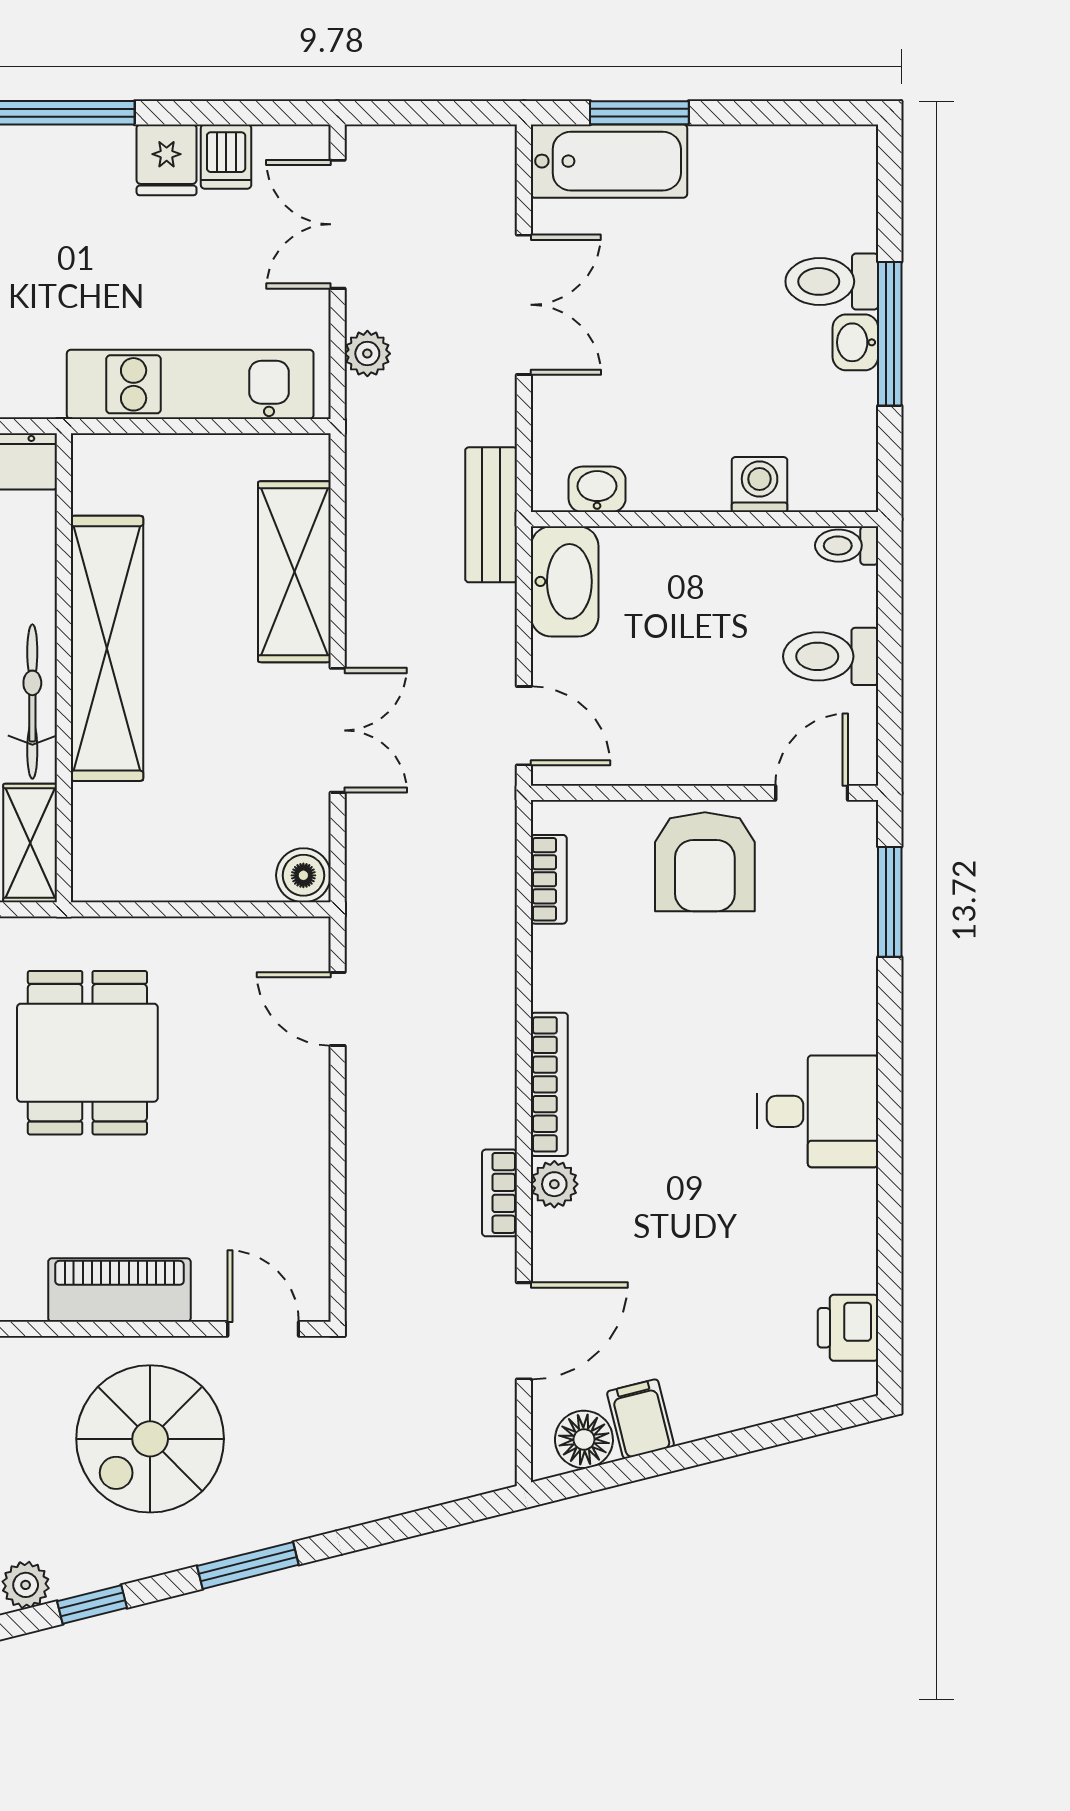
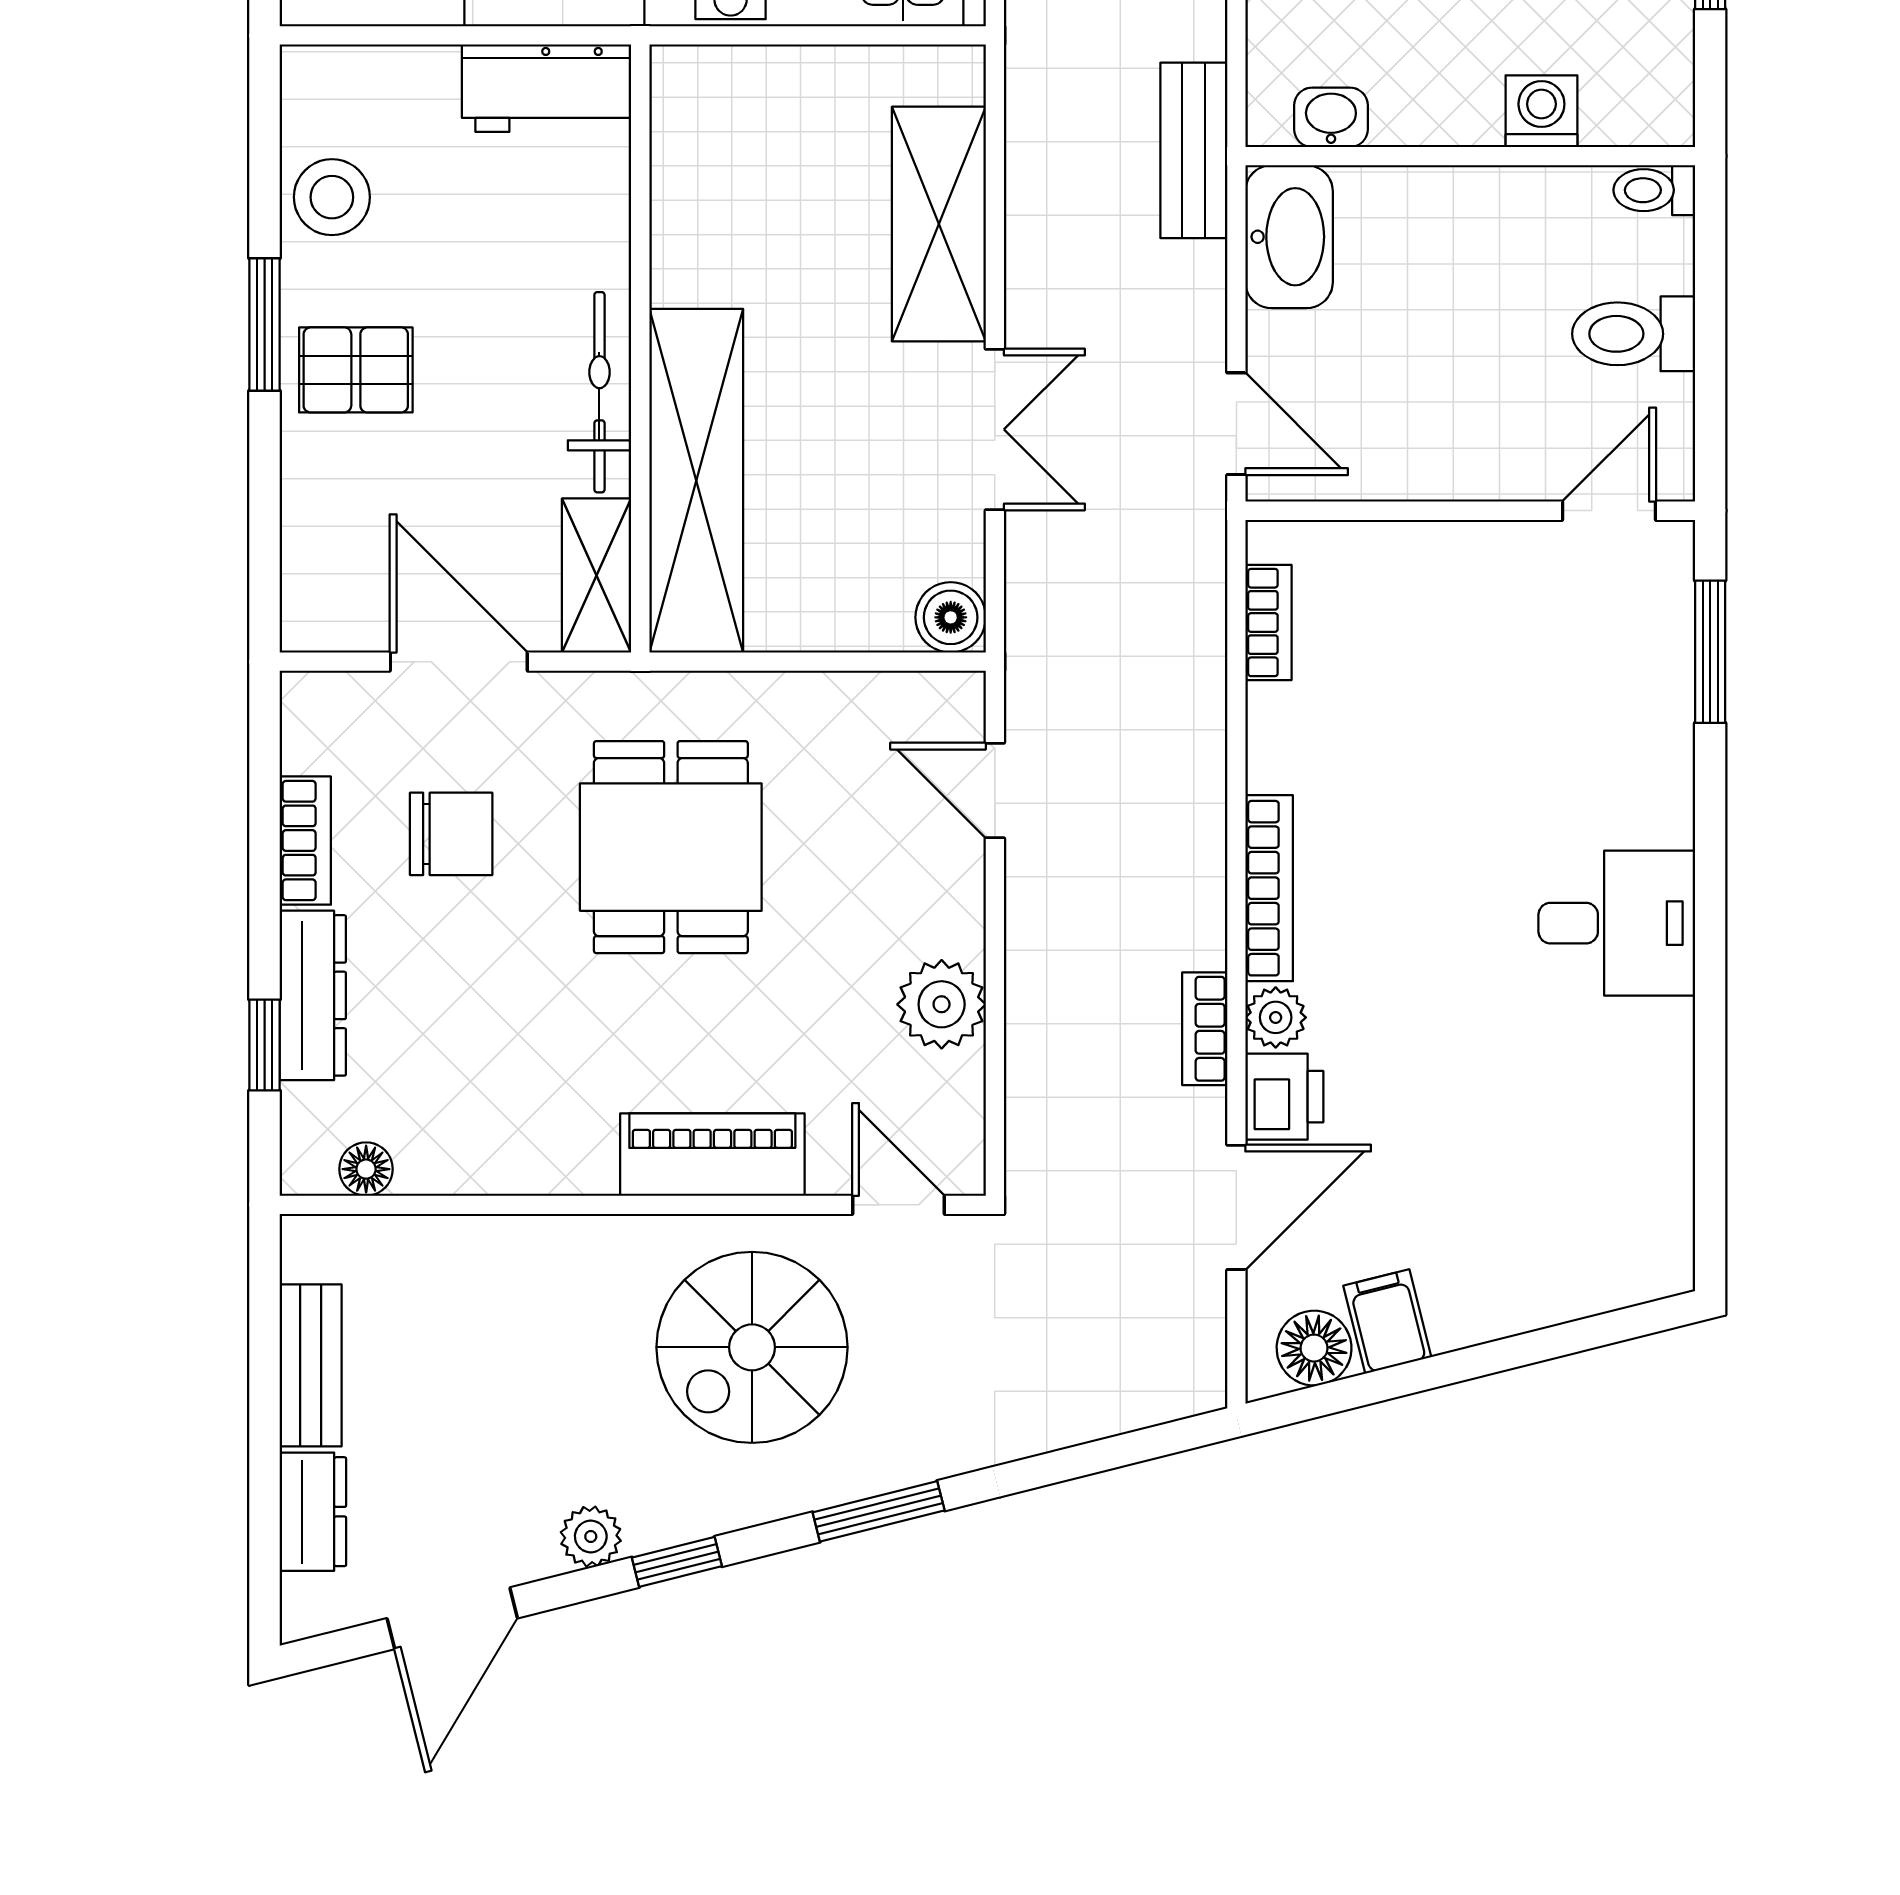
shelving: (107, 648) -> (696, 481), moved
armchair: (705, 862) -> (1471, 600), removed
plant: (296, 1174) -> (942, 1004), added
printer: (848, 1328) -> (1284, 1097), moved, turned 180

